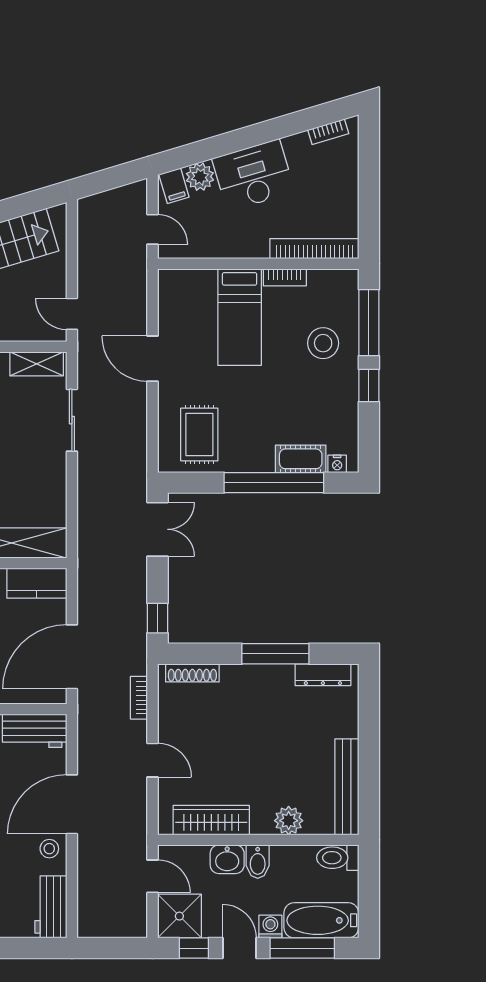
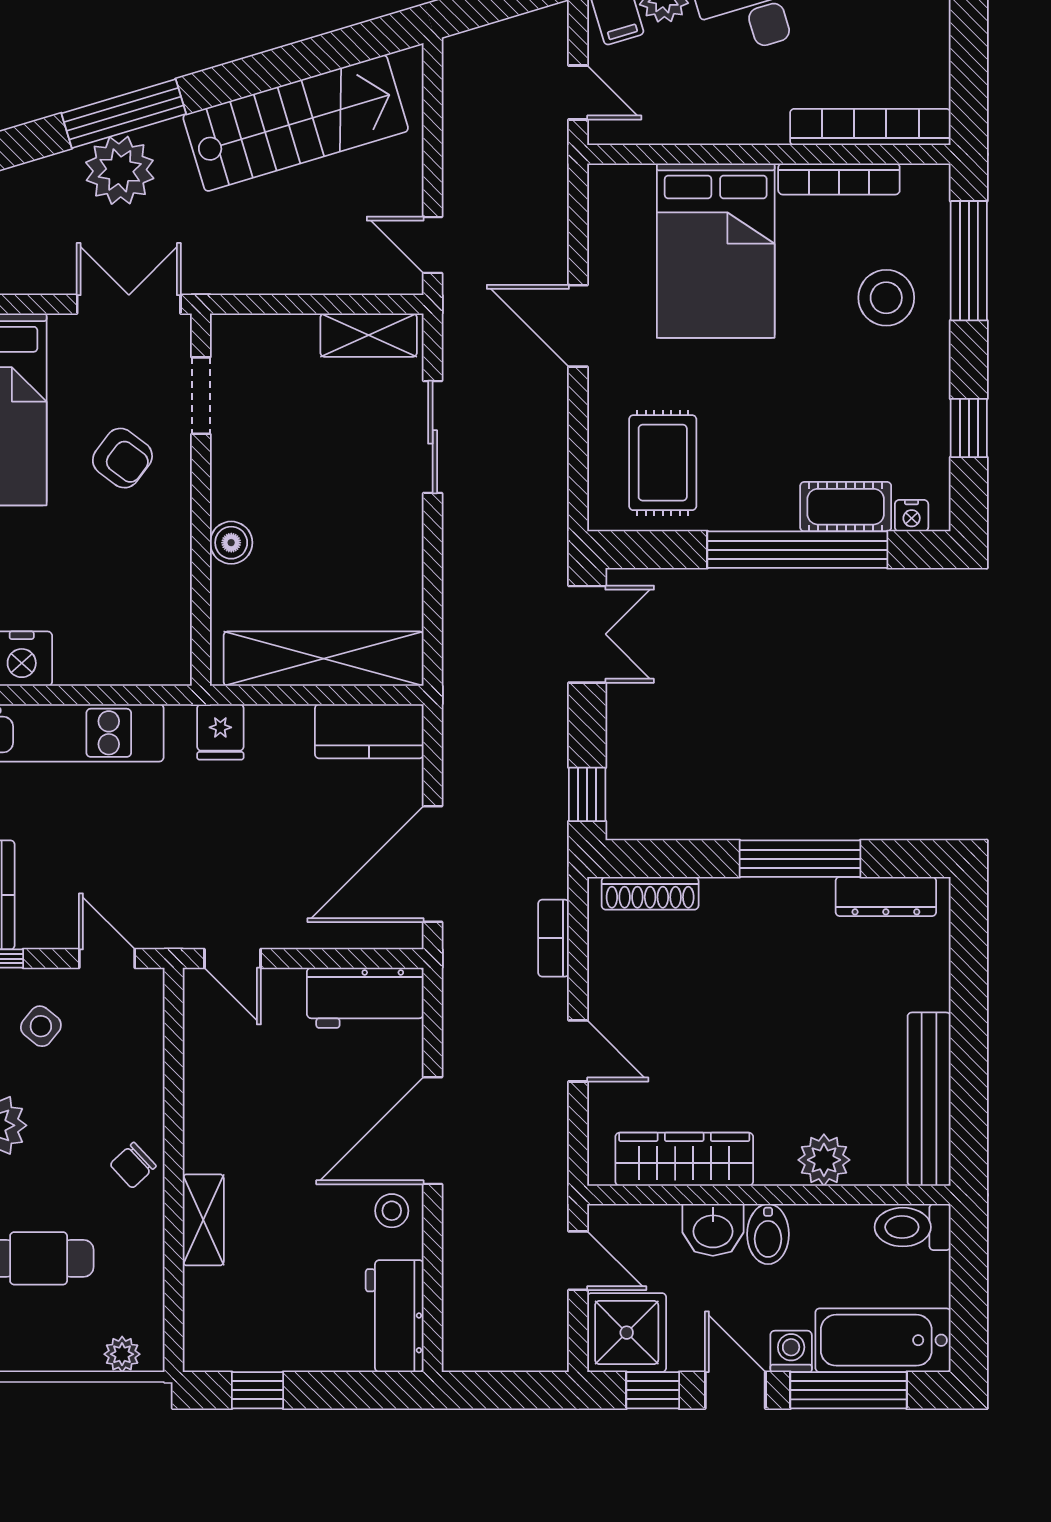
bookcase: (285, 277) -> (839, 179), width x1.56
bed: (240, 317) -> (716, 251), width x1.50
window: (369, 386) -> (969, 428), moved

